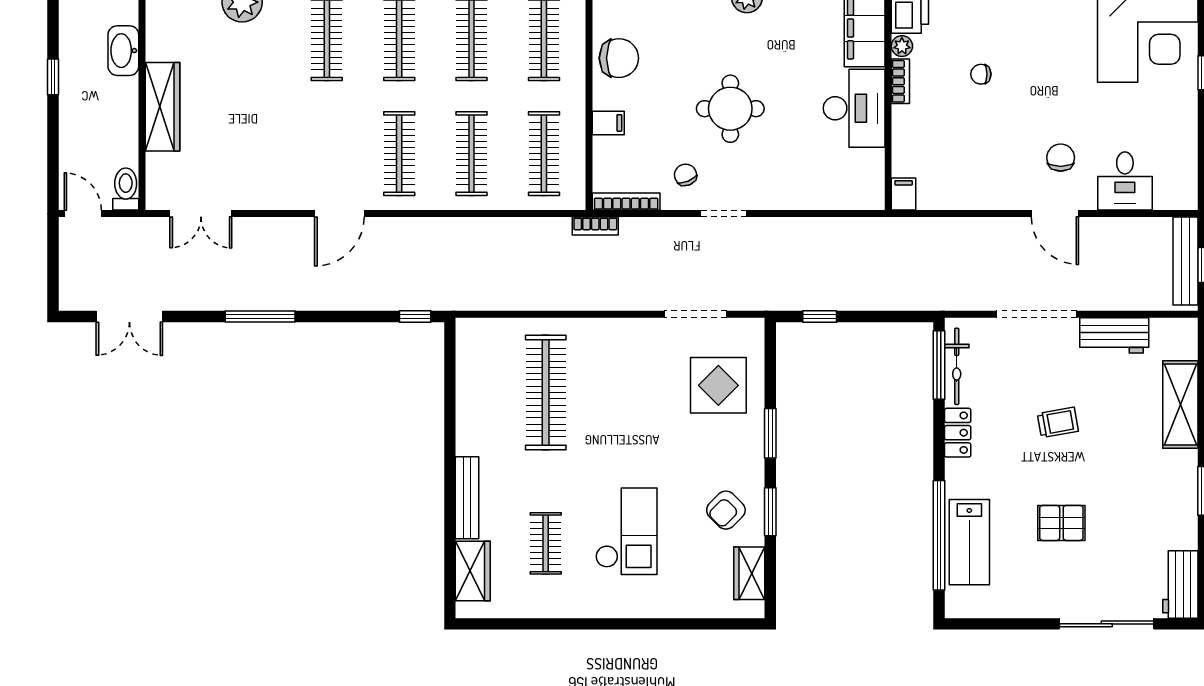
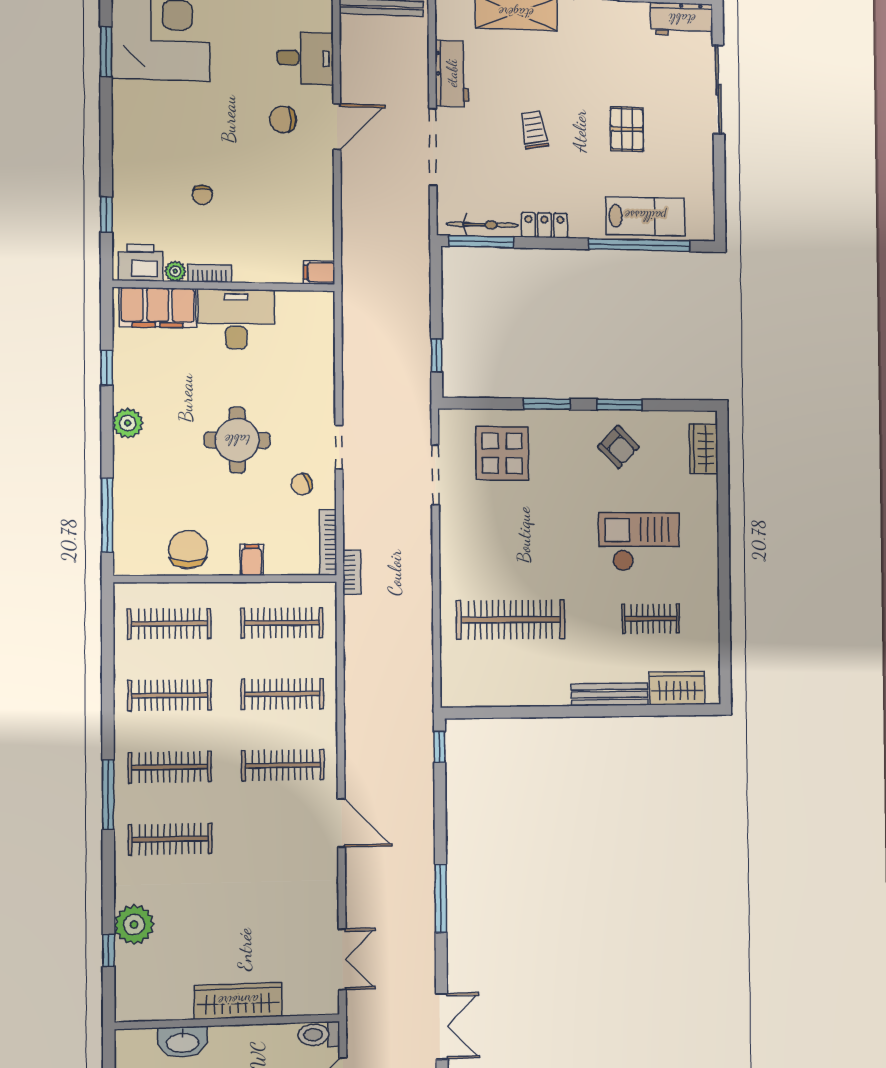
wardrobe: (749, 573) -> (704, 449), moved, turned 90

